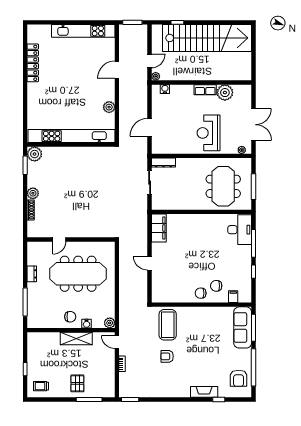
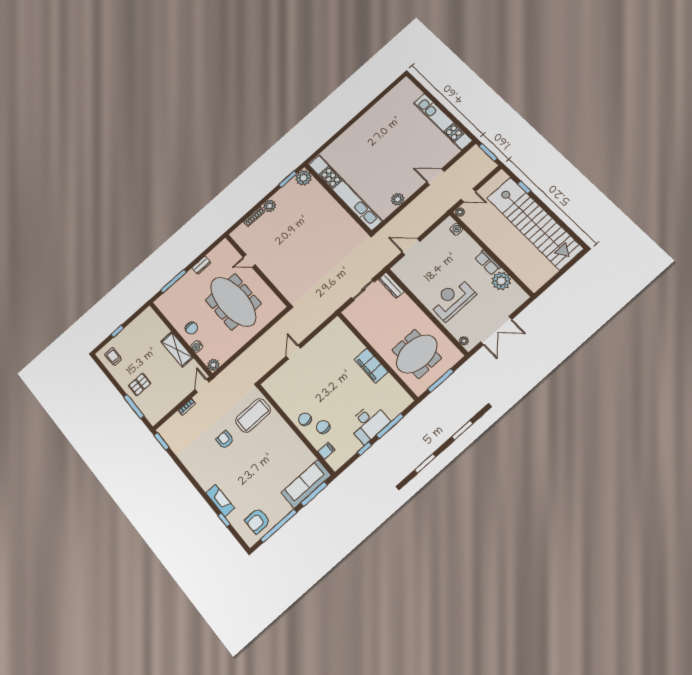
locker: (33, 63) -> (378, 109), removed
filing cabinet: (159, 228) -> (371, 366), moved, turned 90
desk: (240, 230) -> (369, 423), moved

